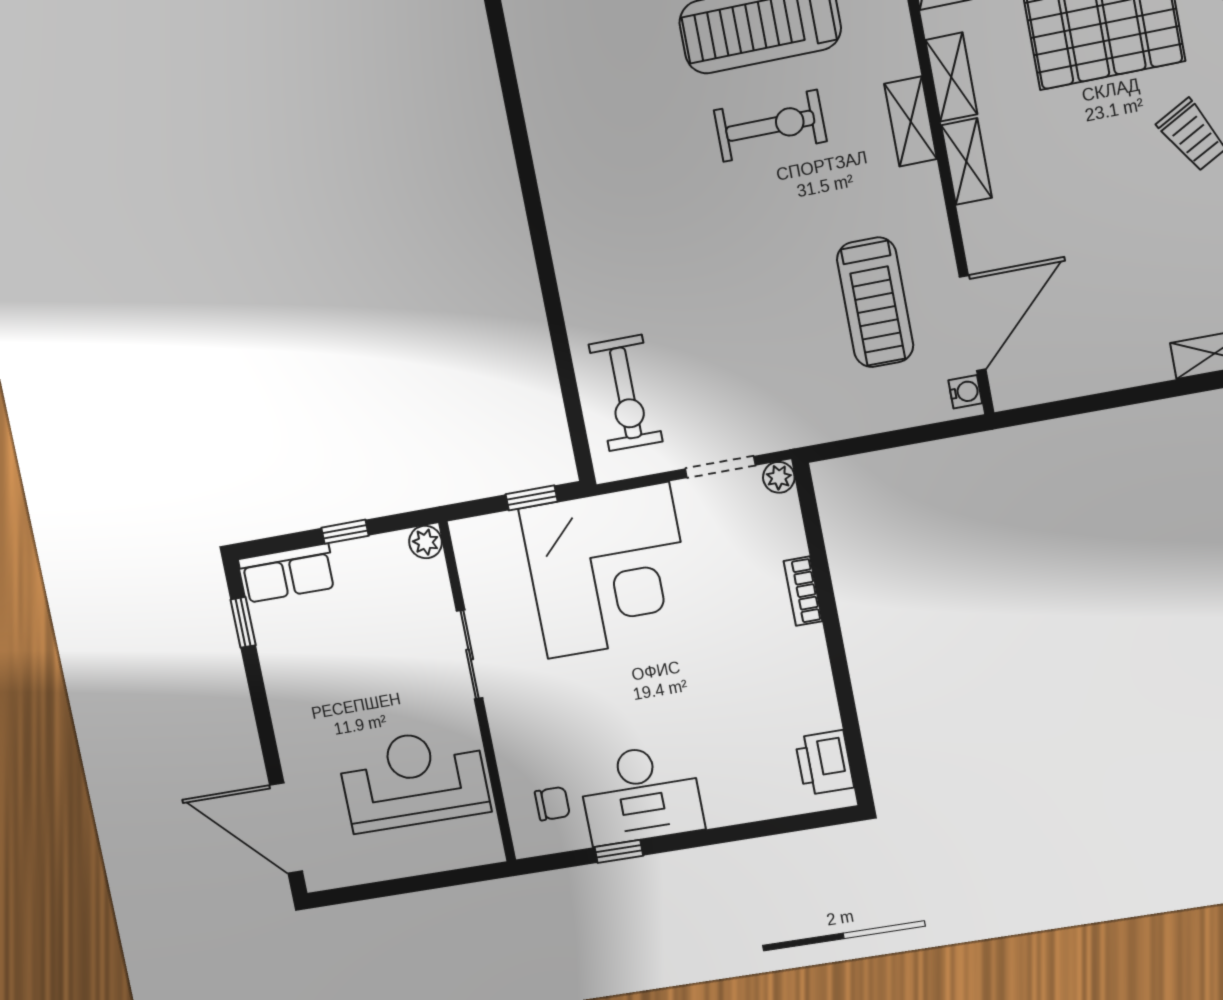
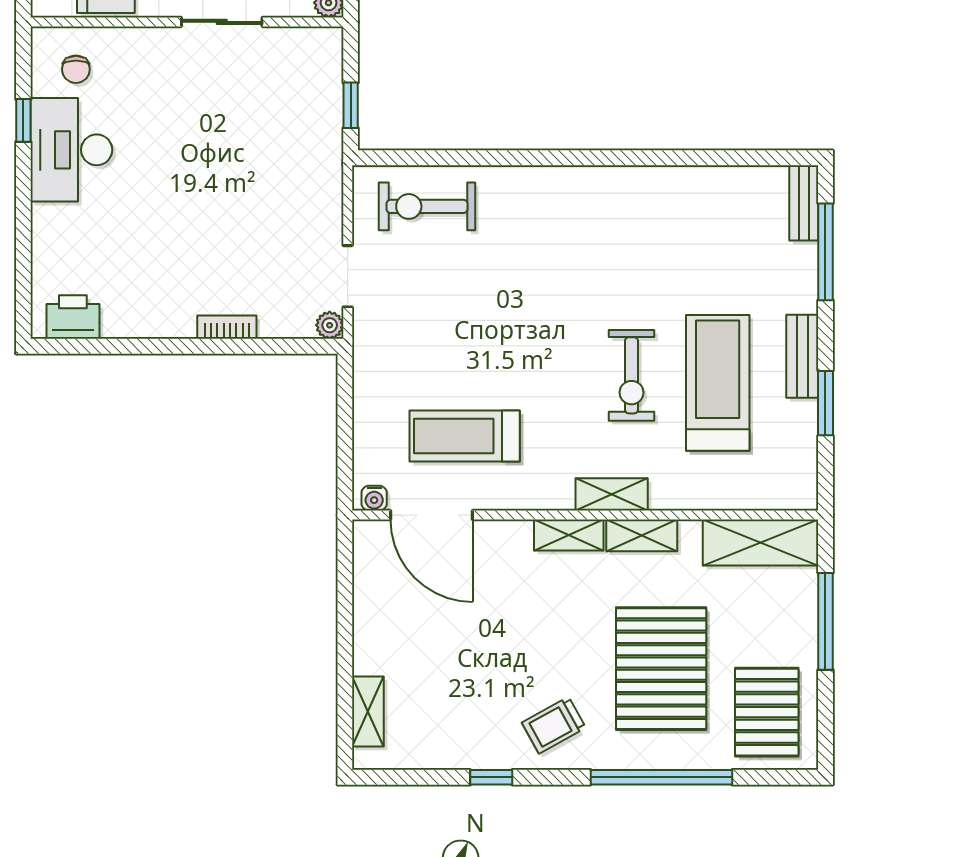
corner desk: (608, 571) -> (275, 160), removed

